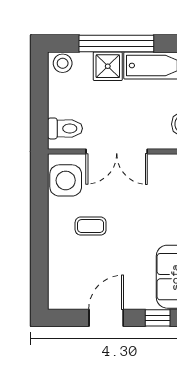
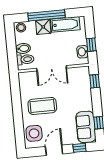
bidet: (62, 106) -> (23, 48), added
side table: (66, 180) -> (34, 133), moved
coffee table: (91, 226) -> (42, 106), width x1.86, depth x1.72

